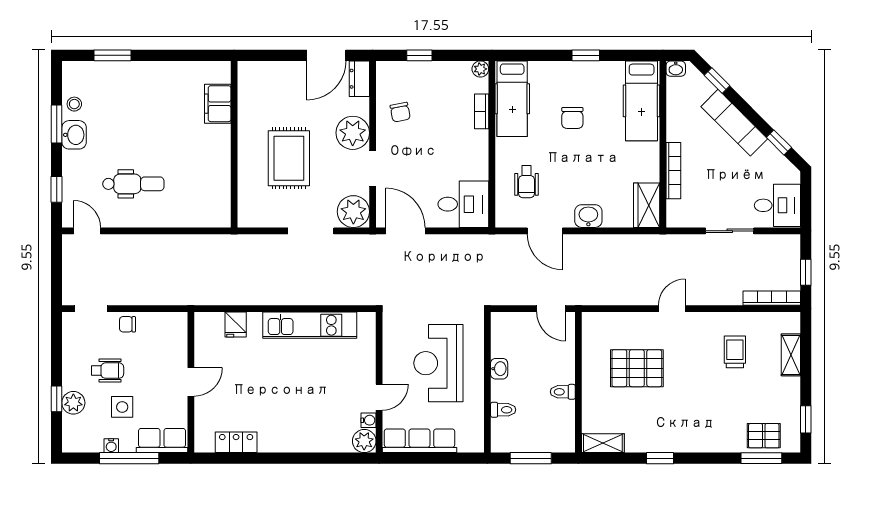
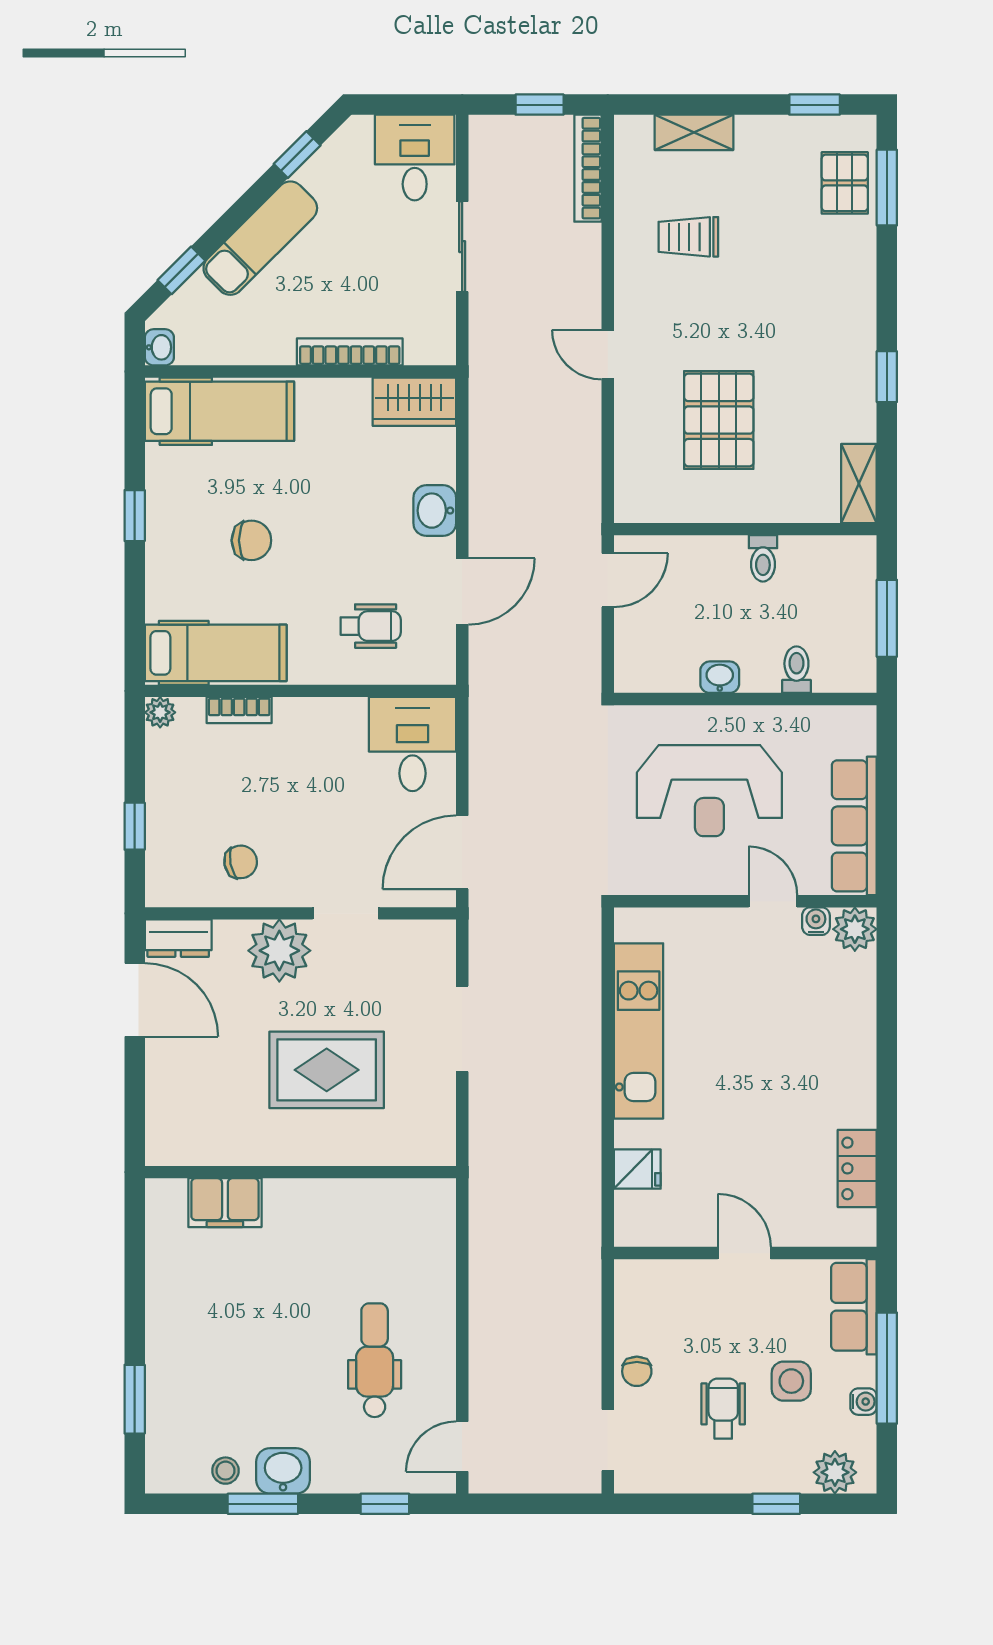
plant: (353, 212) -> (426, 949), removed
plant: (73, 403) -> (835, 1472), moved

